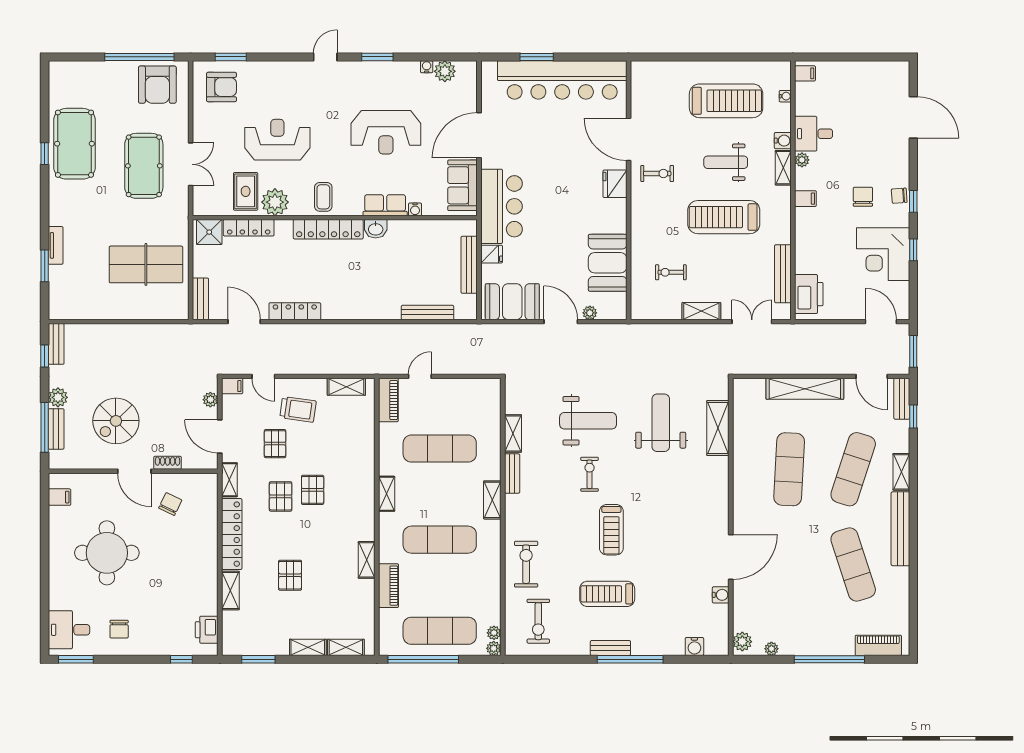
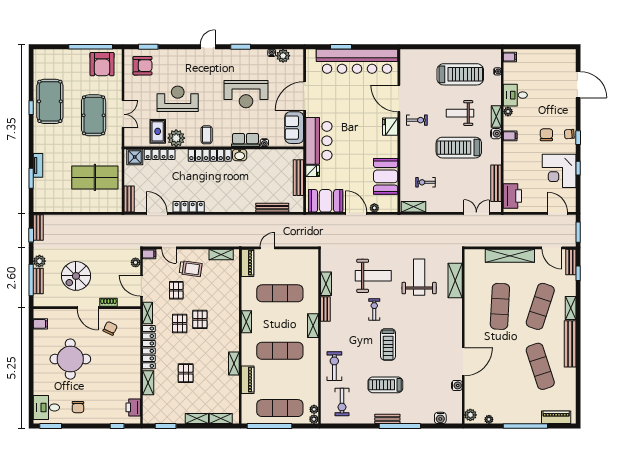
water cooler: (783, 141) -> (496, 134), moved
shelving: (701, 311) -> (413, 207), moved

